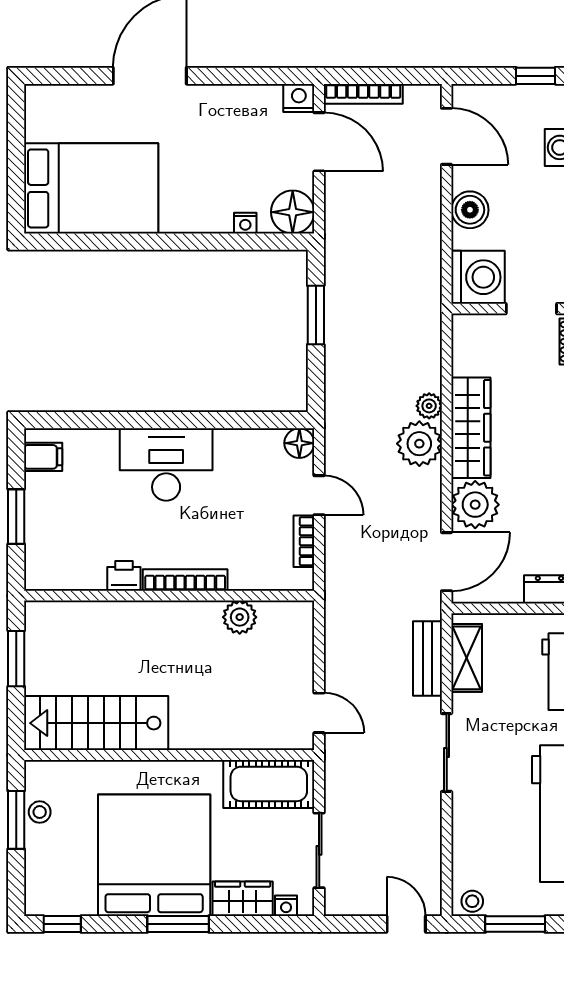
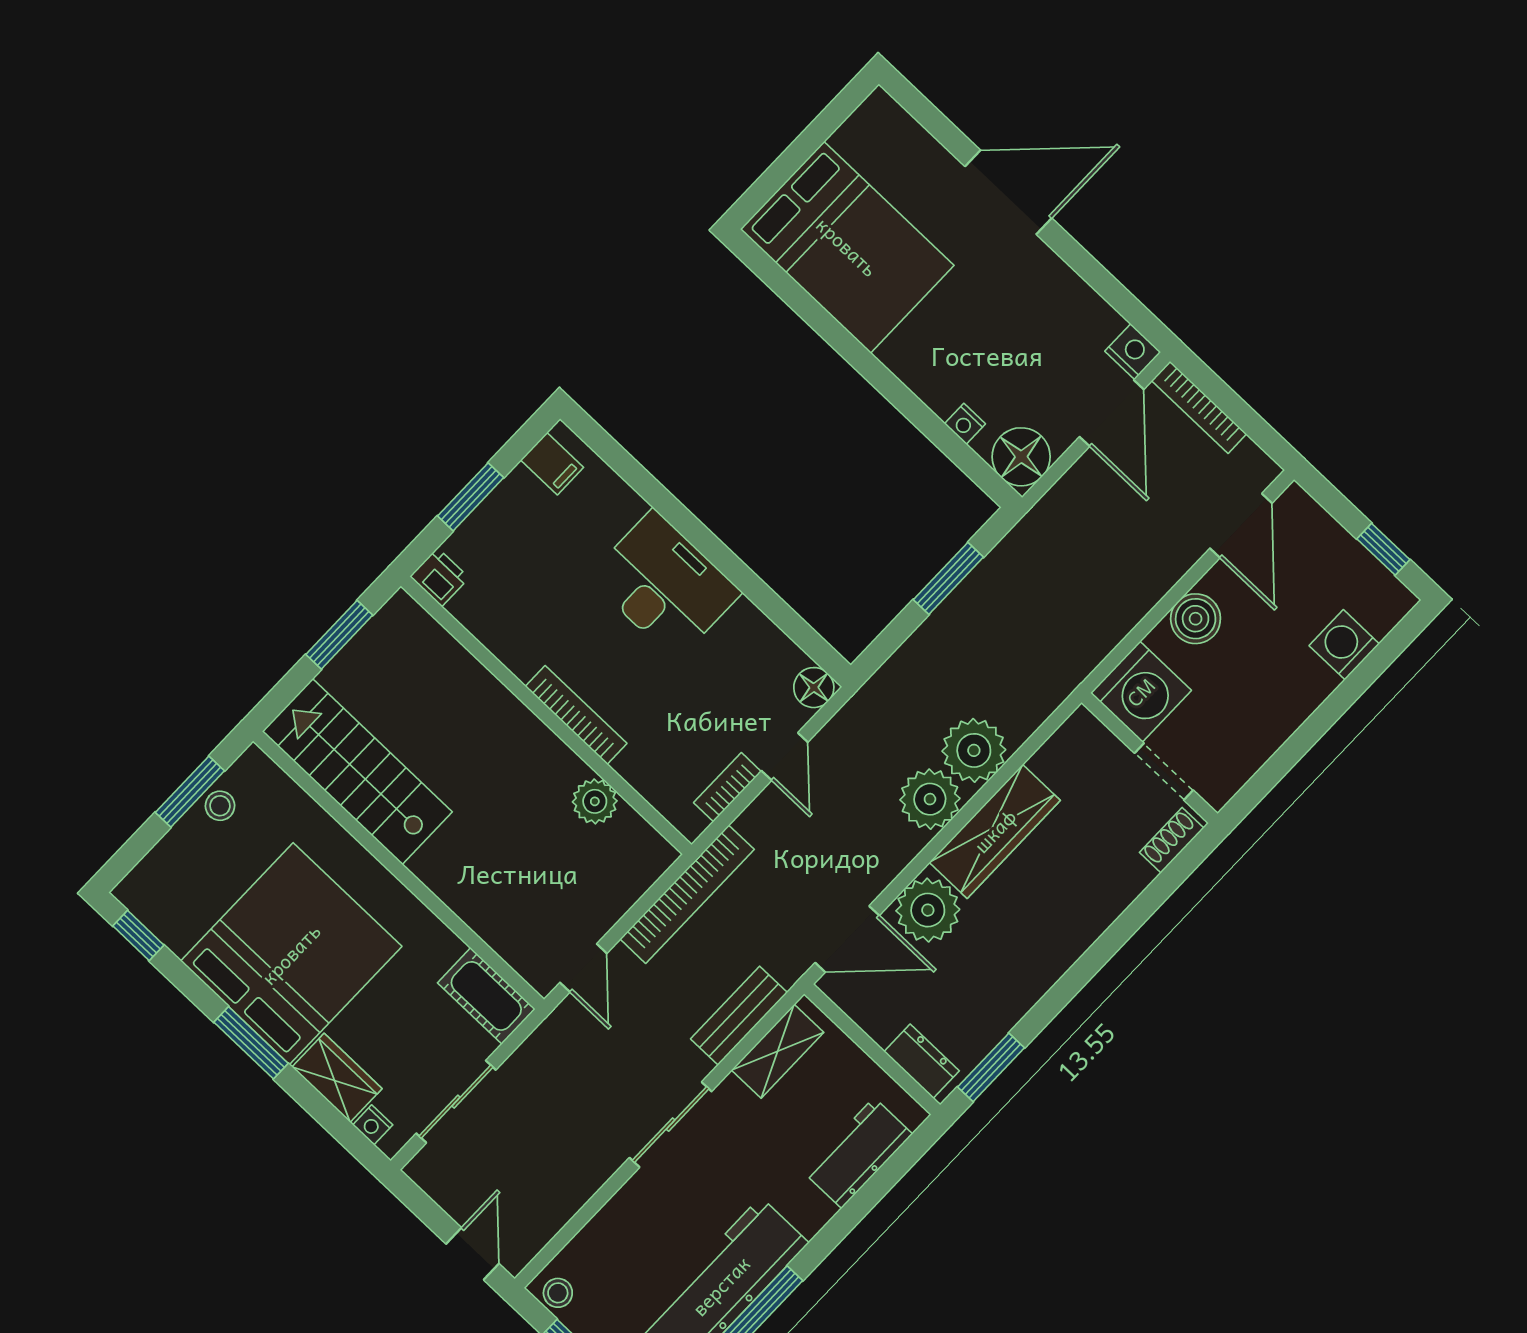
plant: (429, 406) -> (974, 750), width x1.88, depth x1.88
printer: (124, 576) -> (439, 577), moved
bookcase: (337, 620) -> (687, 894), added
cot: (269, 784) -> (486, 996), width x0.73, depth x0.75

